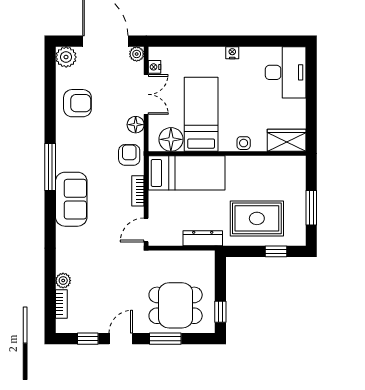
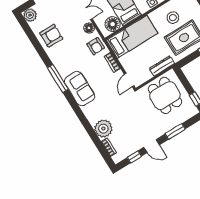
armchair: (129, 155) -> (96, 46), turned 180
stool: (259, 182) -> (173, 18), added
plant: (63, 281) -> (103, 129), width x1.87, depth x1.87
dining table: (176, 305) -> (165, 95), moved, turned 90
door: (121, 339) -> (152, 146), swing flipped

